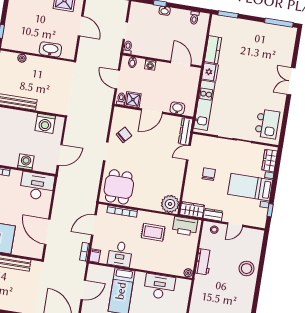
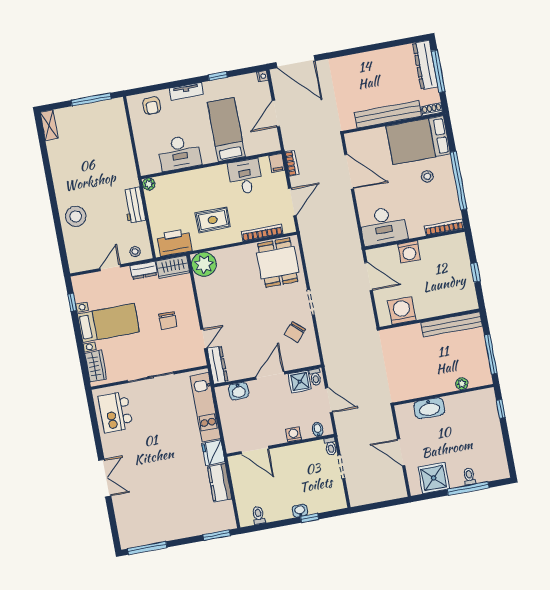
door: (60, 155) -> (369, 276), swing flipped

